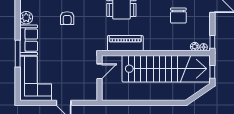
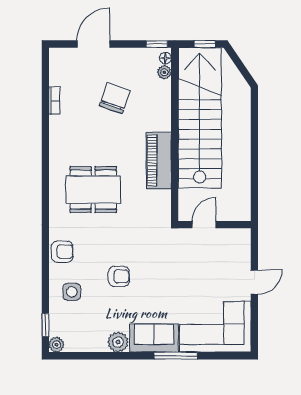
chair: (178, 16) -> (115, 98), turned -71
piano: (125, 43) -> (159, 160), moved
door: (99, 71) -> (204, 225), hinge flipped

